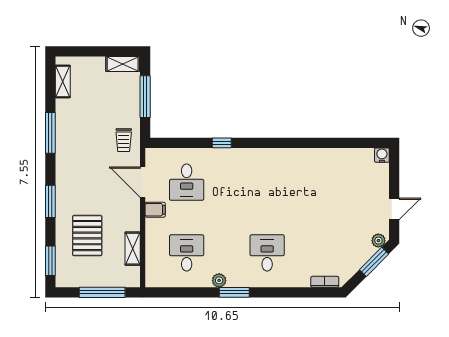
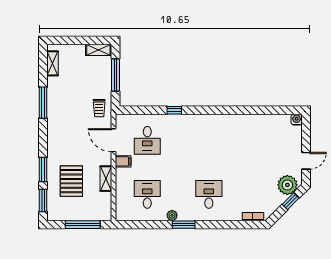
window: (50, 201) -> (43, 169), moved
plant: (378, 241) -> (287, 185), width x1.88, depth x1.88
shelving: (133, 249) -> (106, 179), moved
window: (374, 262) -> (291, 201), width x0.67

